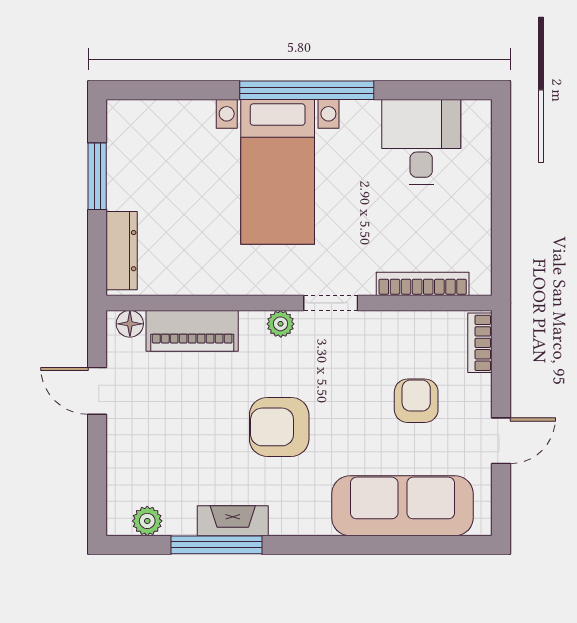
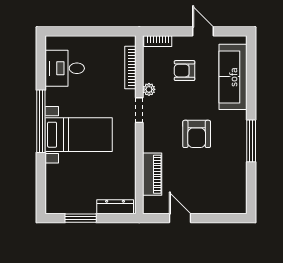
floor lamp: (130, 324) -> (149, 203), removed
plant: (281, 324) -> (149, 89), moved
door: (97, 391) -> (180, 218), swing flipped
plant: (147, 521) -> (240, 195), removed
fireplace: (233, 521) -> (240, 155), removed
window: (217, 545) -> (251, 141), moved

